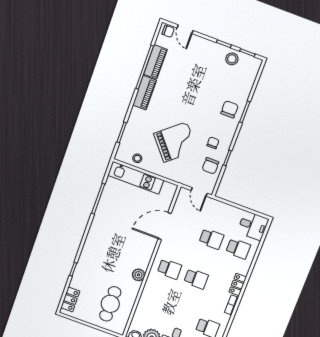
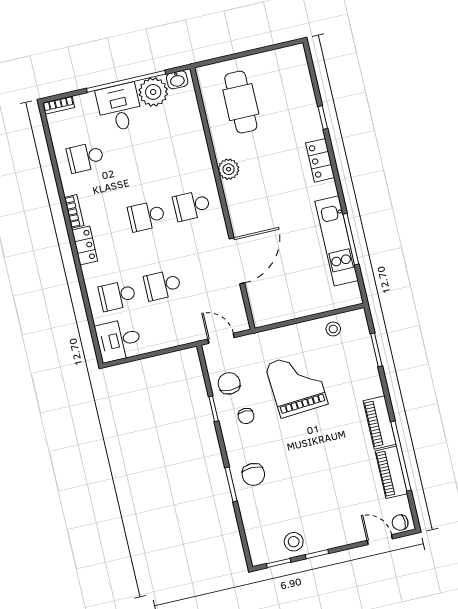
grand piano: (175, 142) -> (297, 384), turned 126
kitchen unit: (136, 178) -> (337, 241), moved, turned -90
locker: (70, 299) -> (320, 160), moved

